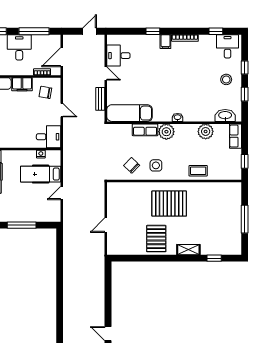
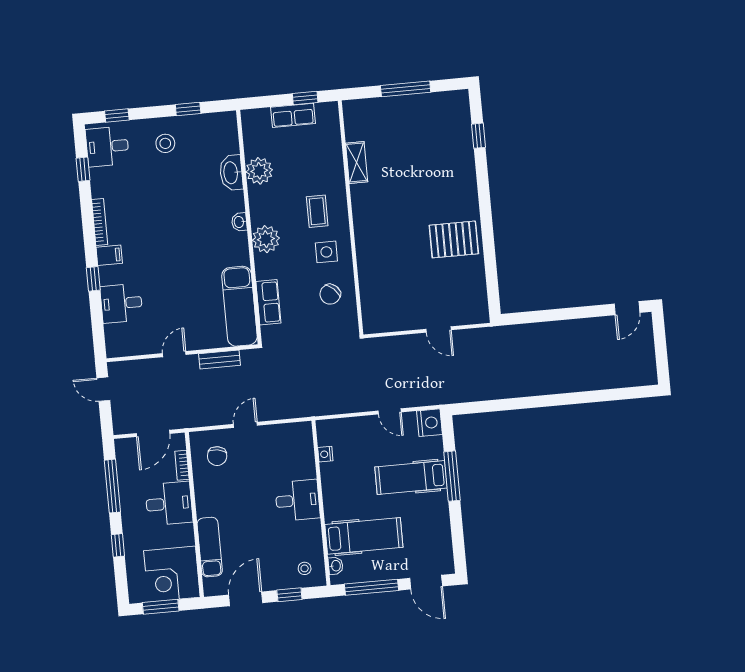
desk: (19, 47) -> (169, 504), moved, turned 180
desk: (118, 56) -> (121, 303), moved, turned 90
door: (62, 57) -> (153, 433), hinge flipped
window: (245, 67) -> (117, 116), moved
filing cabinet: (22, 84) -> (207, 498), removed
washbasin: (225, 115) -> (231, 173), moved
row of seats: (145, 130) -> (268, 302), moved
row of seats: (235, 136) -> (293, 115), moved
desk: (49, 137) -> (298, 500), moved, turned 90
coffee table: (198, 171) -> (317, 211), moved
hospital bed: (41, 174) -> (411, 478), moved, turned 90
pallet: (169, 204) -> (391, 223), removed
nightstand: (53, 215) -> (430, 423), added
shelving: (188, 250) -> (357, 162), moved

